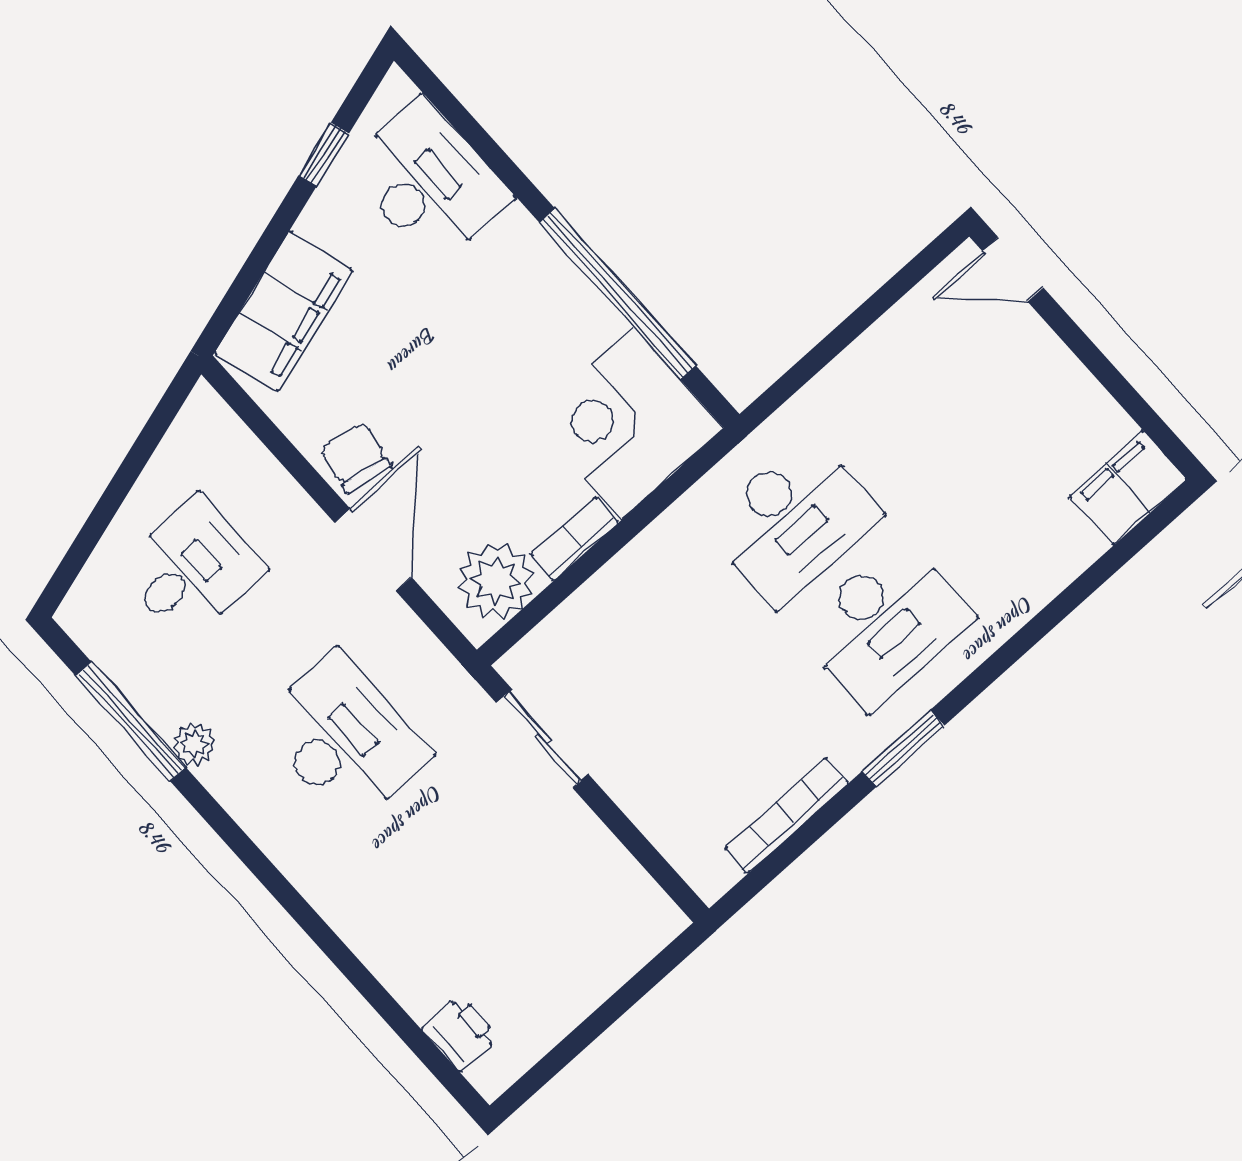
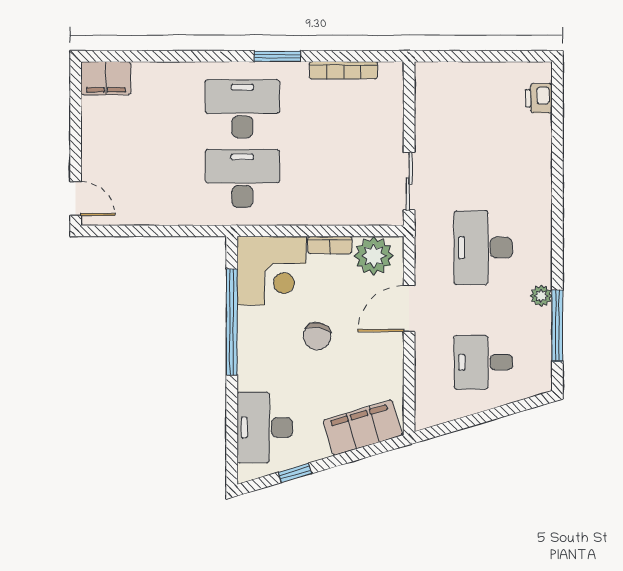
chair: (356, 458) -> (317, 336), moved

